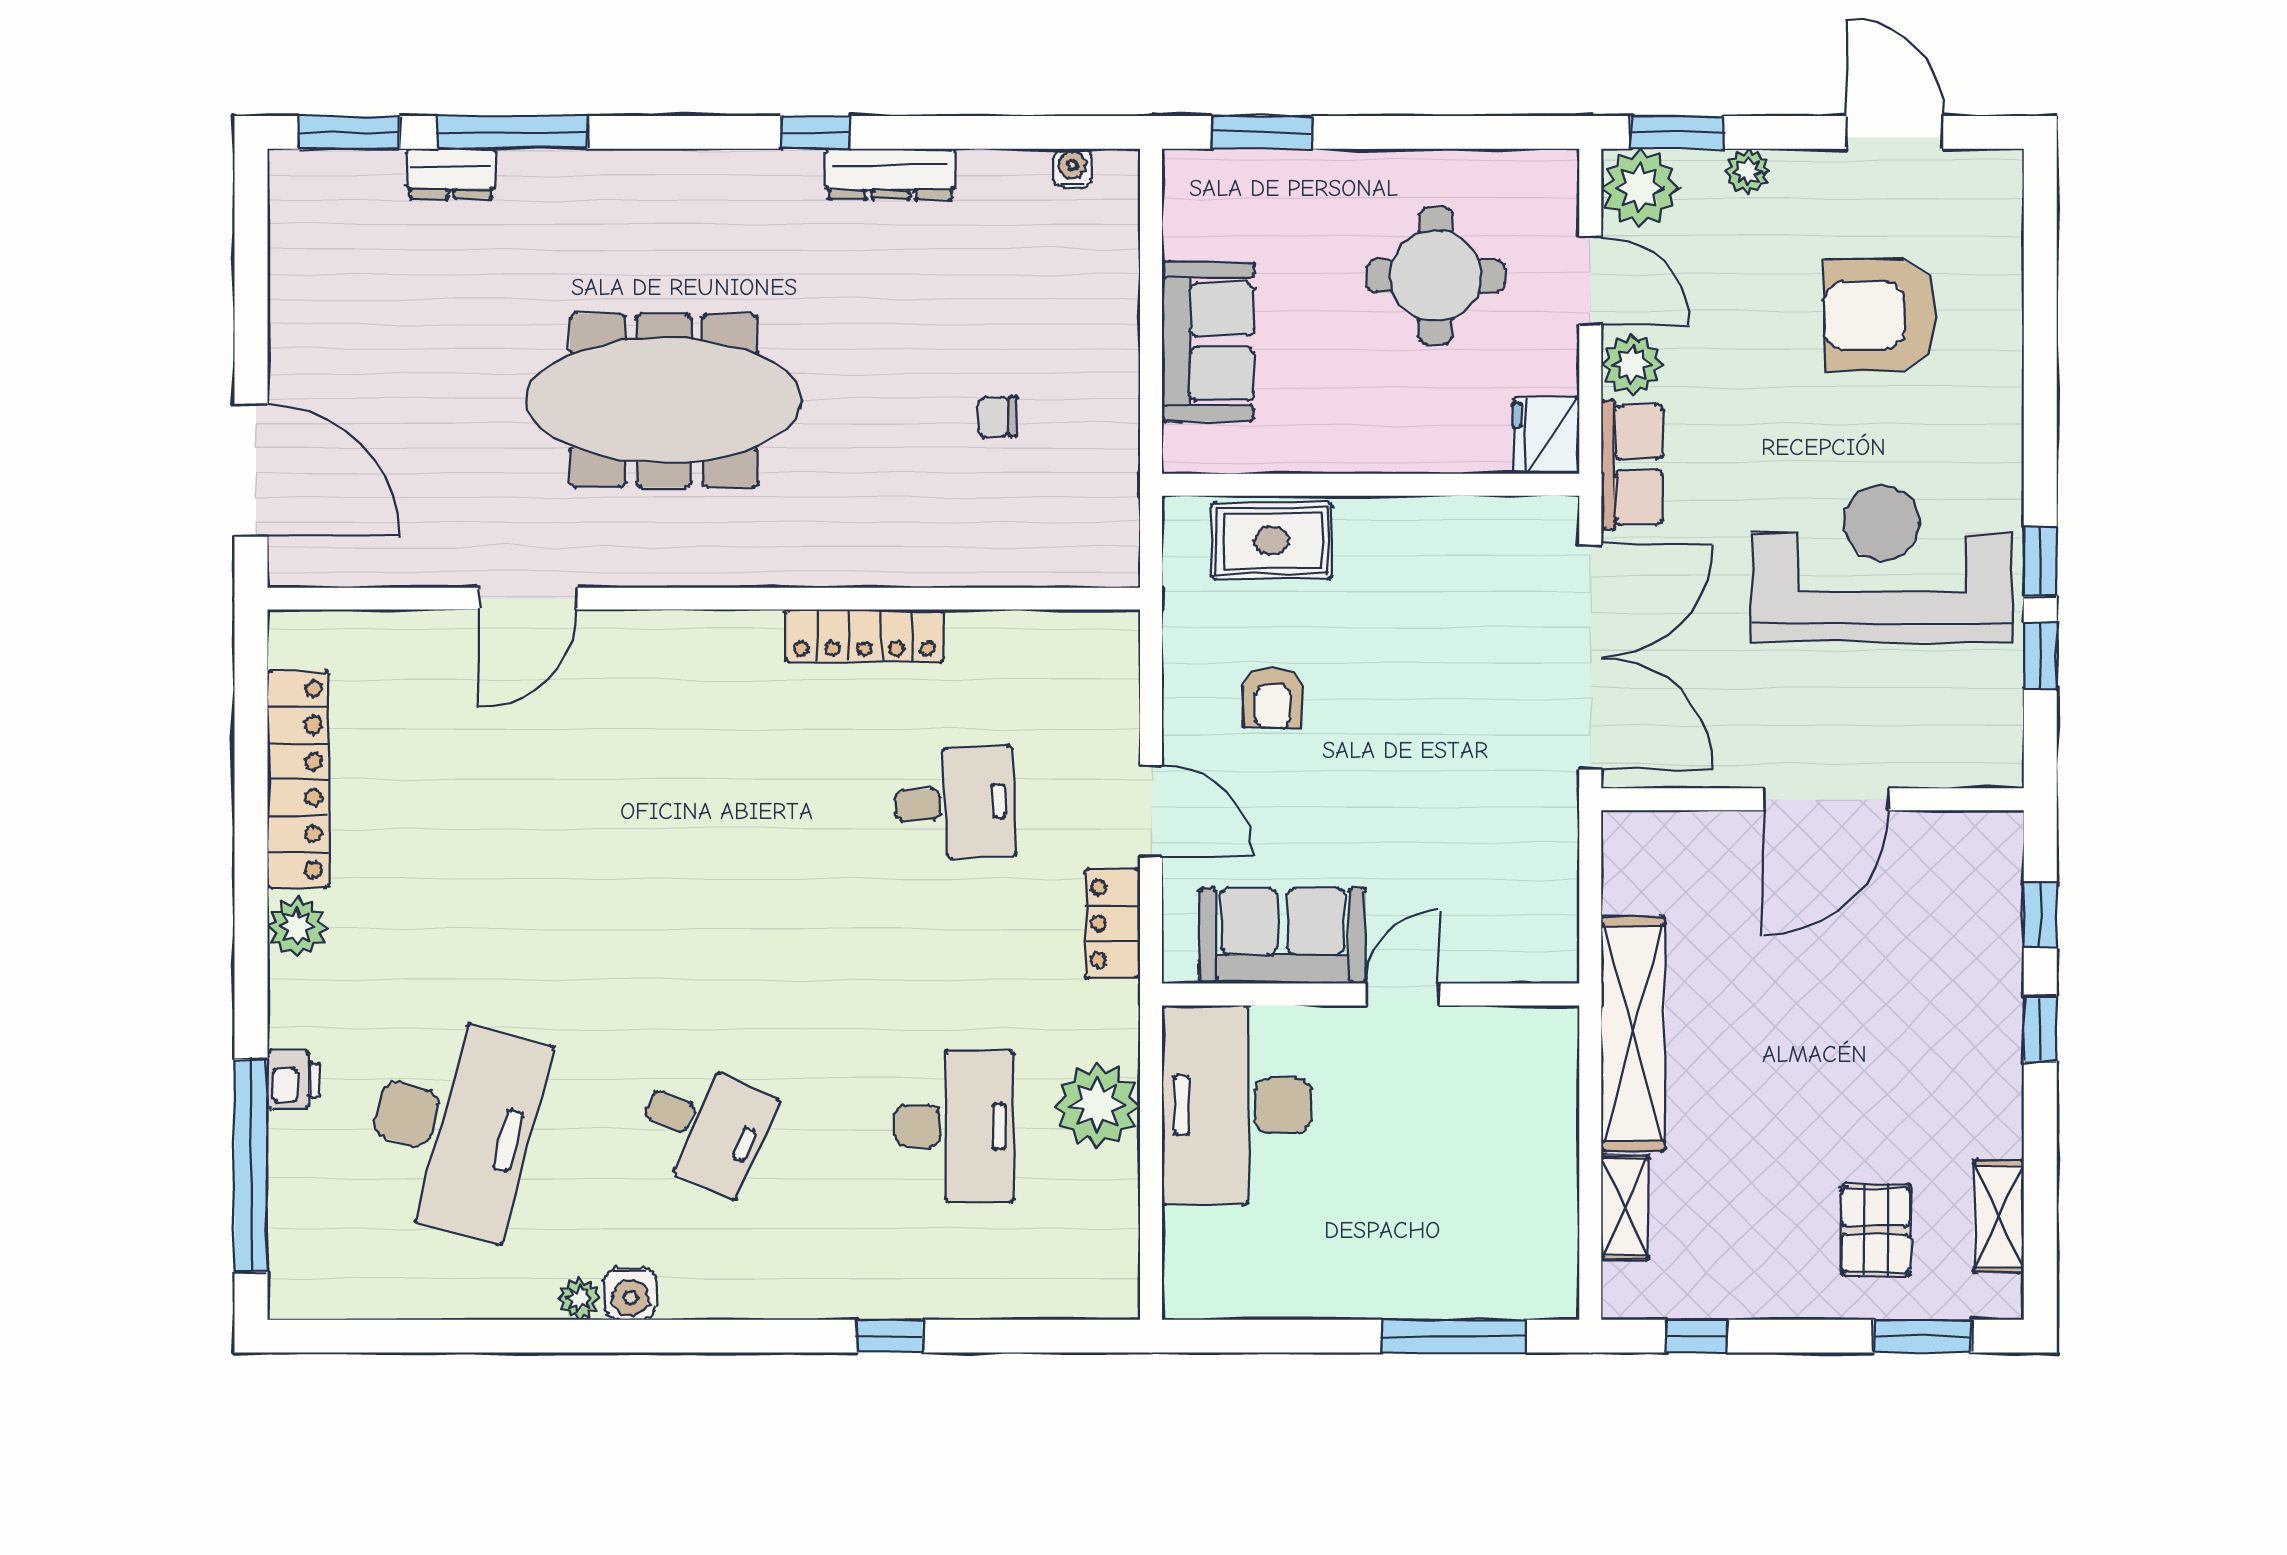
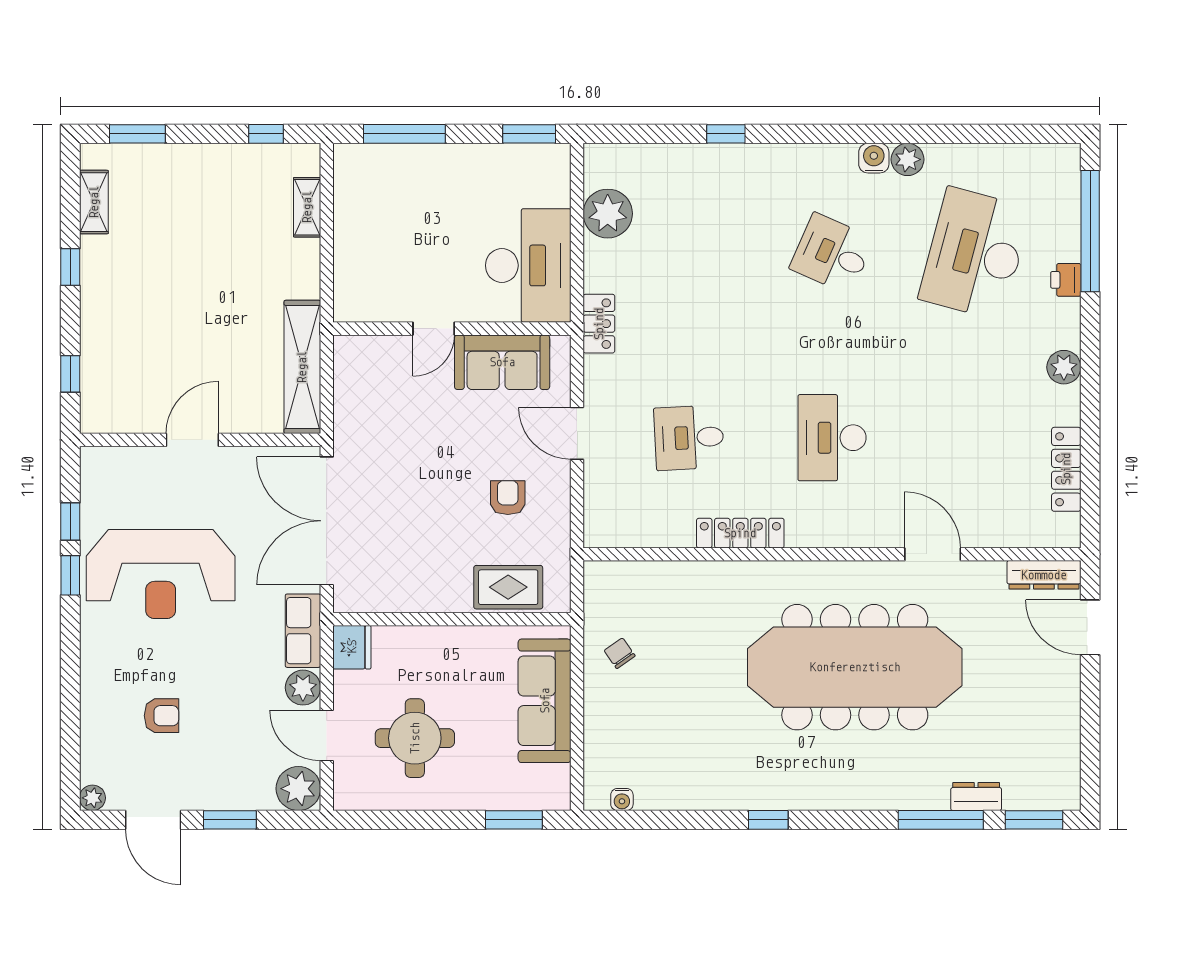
window: (1677, 132) -> (230, 820), moved
plant: (1748, 171) -> (92, 798), moved
dresser: (891, 174) -> (1044, 575), moved, turned 180
armchair: (1880, 315) -> (162, 716), width x0.53, depth x0.53
sofa: (1208, 341) -> (545, 701), width x1.36
meeting table: (664, 400) -> (855, 667), width x1.36, depth x1.27
chair: (997, 417) -> (620, 653), moved, turned -125
door: (251, 470) -> (1090, 627), width x0.73
door: (527, 599) -> (933, 554), hinge flipped
locker: (298, 779) -> (1066, 469), width x0.71, depth x0.83
door: (1826, 799) -> (192, 440), width x0.73
locker: (1113, 924) -> (599, 324), moved
window: (2040, 1029) -> (70, 267), moved
shelving: (1633, 1033) -> (302, 367), moved
plant: (1097, 1105) -> (608, 214), moved
desk: (955, 1126) -> (832, 438), moved
pallet: (1876, 1230) -> (164, 194), removed
plant: (579, 1299) -> (908, 159), width x1.38, depth x1.38
window: (1235, 1336) -> (529, 134), added

